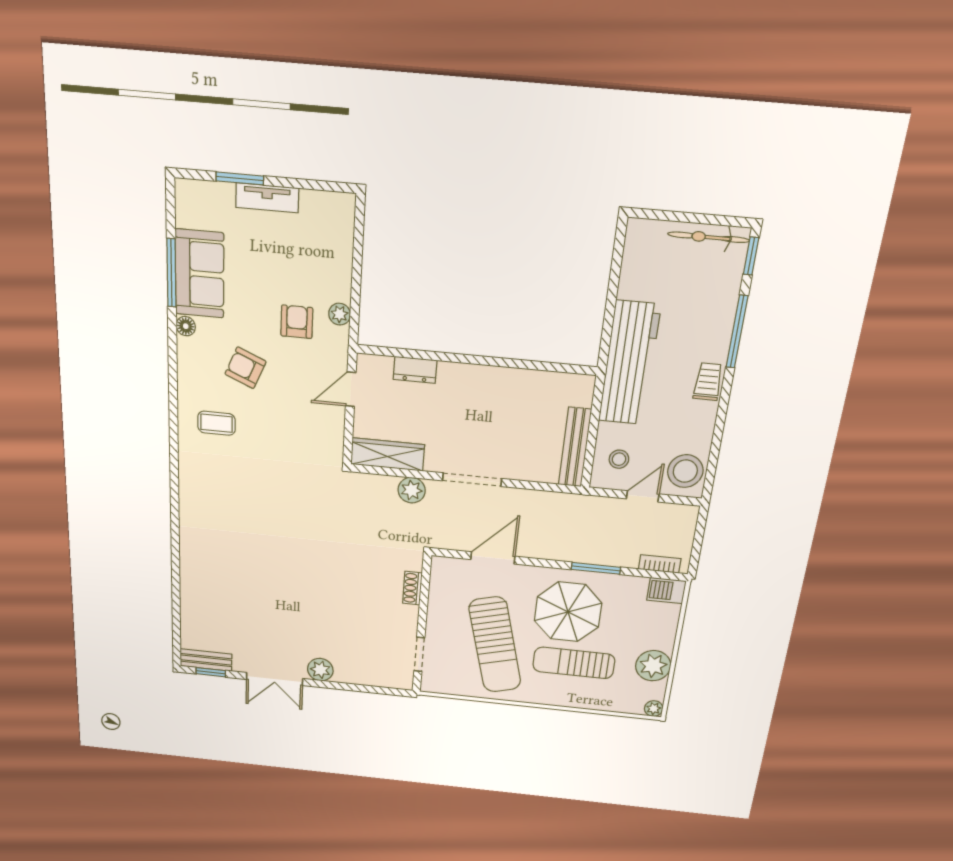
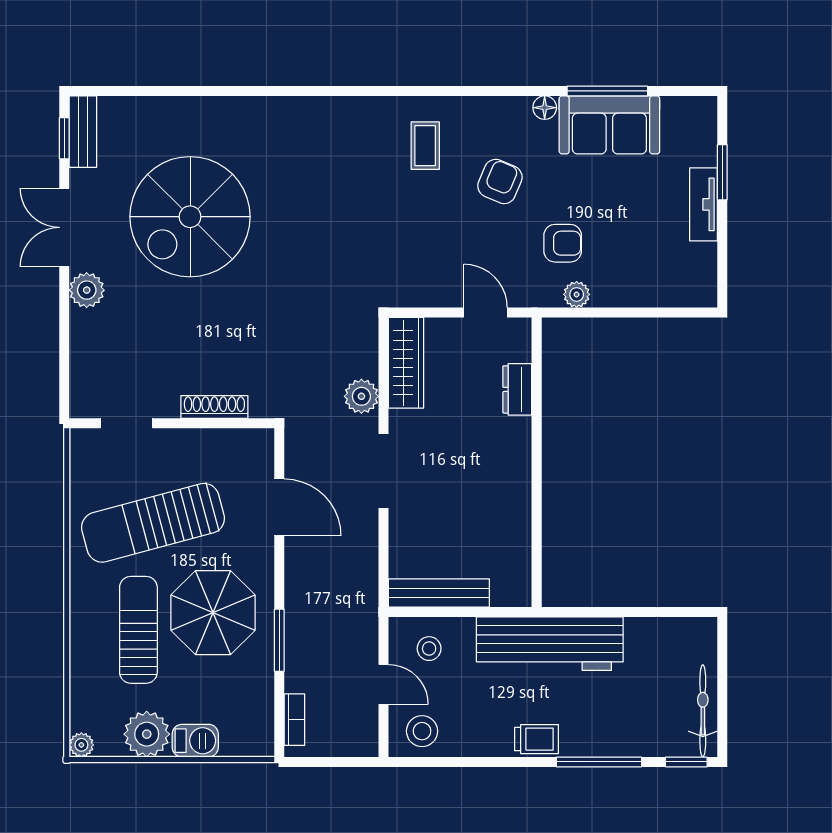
stool: (685, 471) -> (422, 731), width x0.73, depth x0.73
shoe rack: (412, 588) -> (214, 407), width x1.43
barbecue: (666, 591) -> (195, 741), moved, turned 90
spiral stairs: (269, 597) -> (190, 217), added

